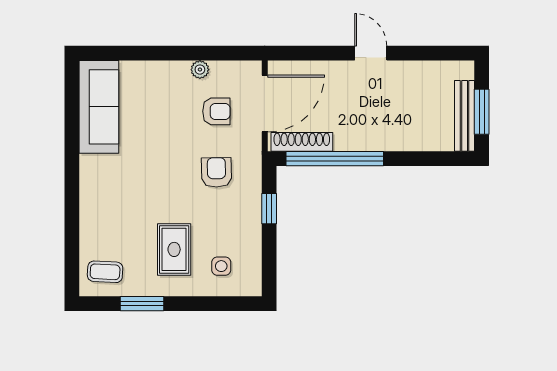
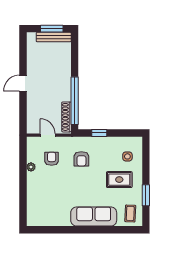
door: (265, 103) -> (48, 135), width x0.53
sofa: (99, 107) -> (94, 216), moved
armchair: (216, 172) -> (81, 159), turned -89

